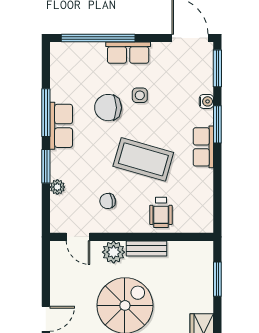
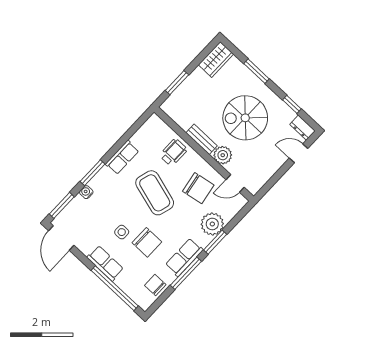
chair: (64, 76) -> (155, 285), added
row of seats: (203, 147) -> (122, 157), moved
plant: (57, 187) -> (212, 224), width x1.88, depth x1.88
chair: (108, 201) -> (198, 188), width x1.87, depth x1.87
door: (78, 237) -> (235, 183), swing flipped

